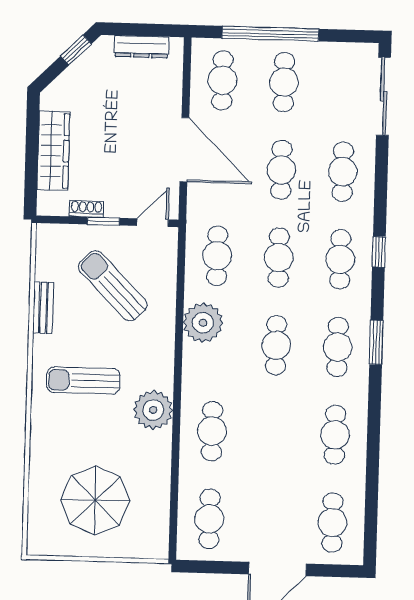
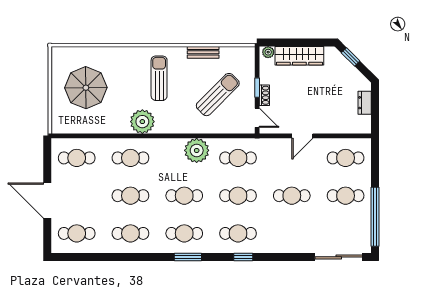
window: (270, 34) -> (375, 217), moved
dresser: (142, 47) -> (365, 103), width x0.70
window: (76, 50) -> (351, 57), moved
door: (184, 150) -> (302, 136), width x0.53
cafe table: (343, 172) -> (130, 196), moved
plant: (46, 201) -> (268, 52), added
shoe rack: (86, 209) -> (264, 95), moved

